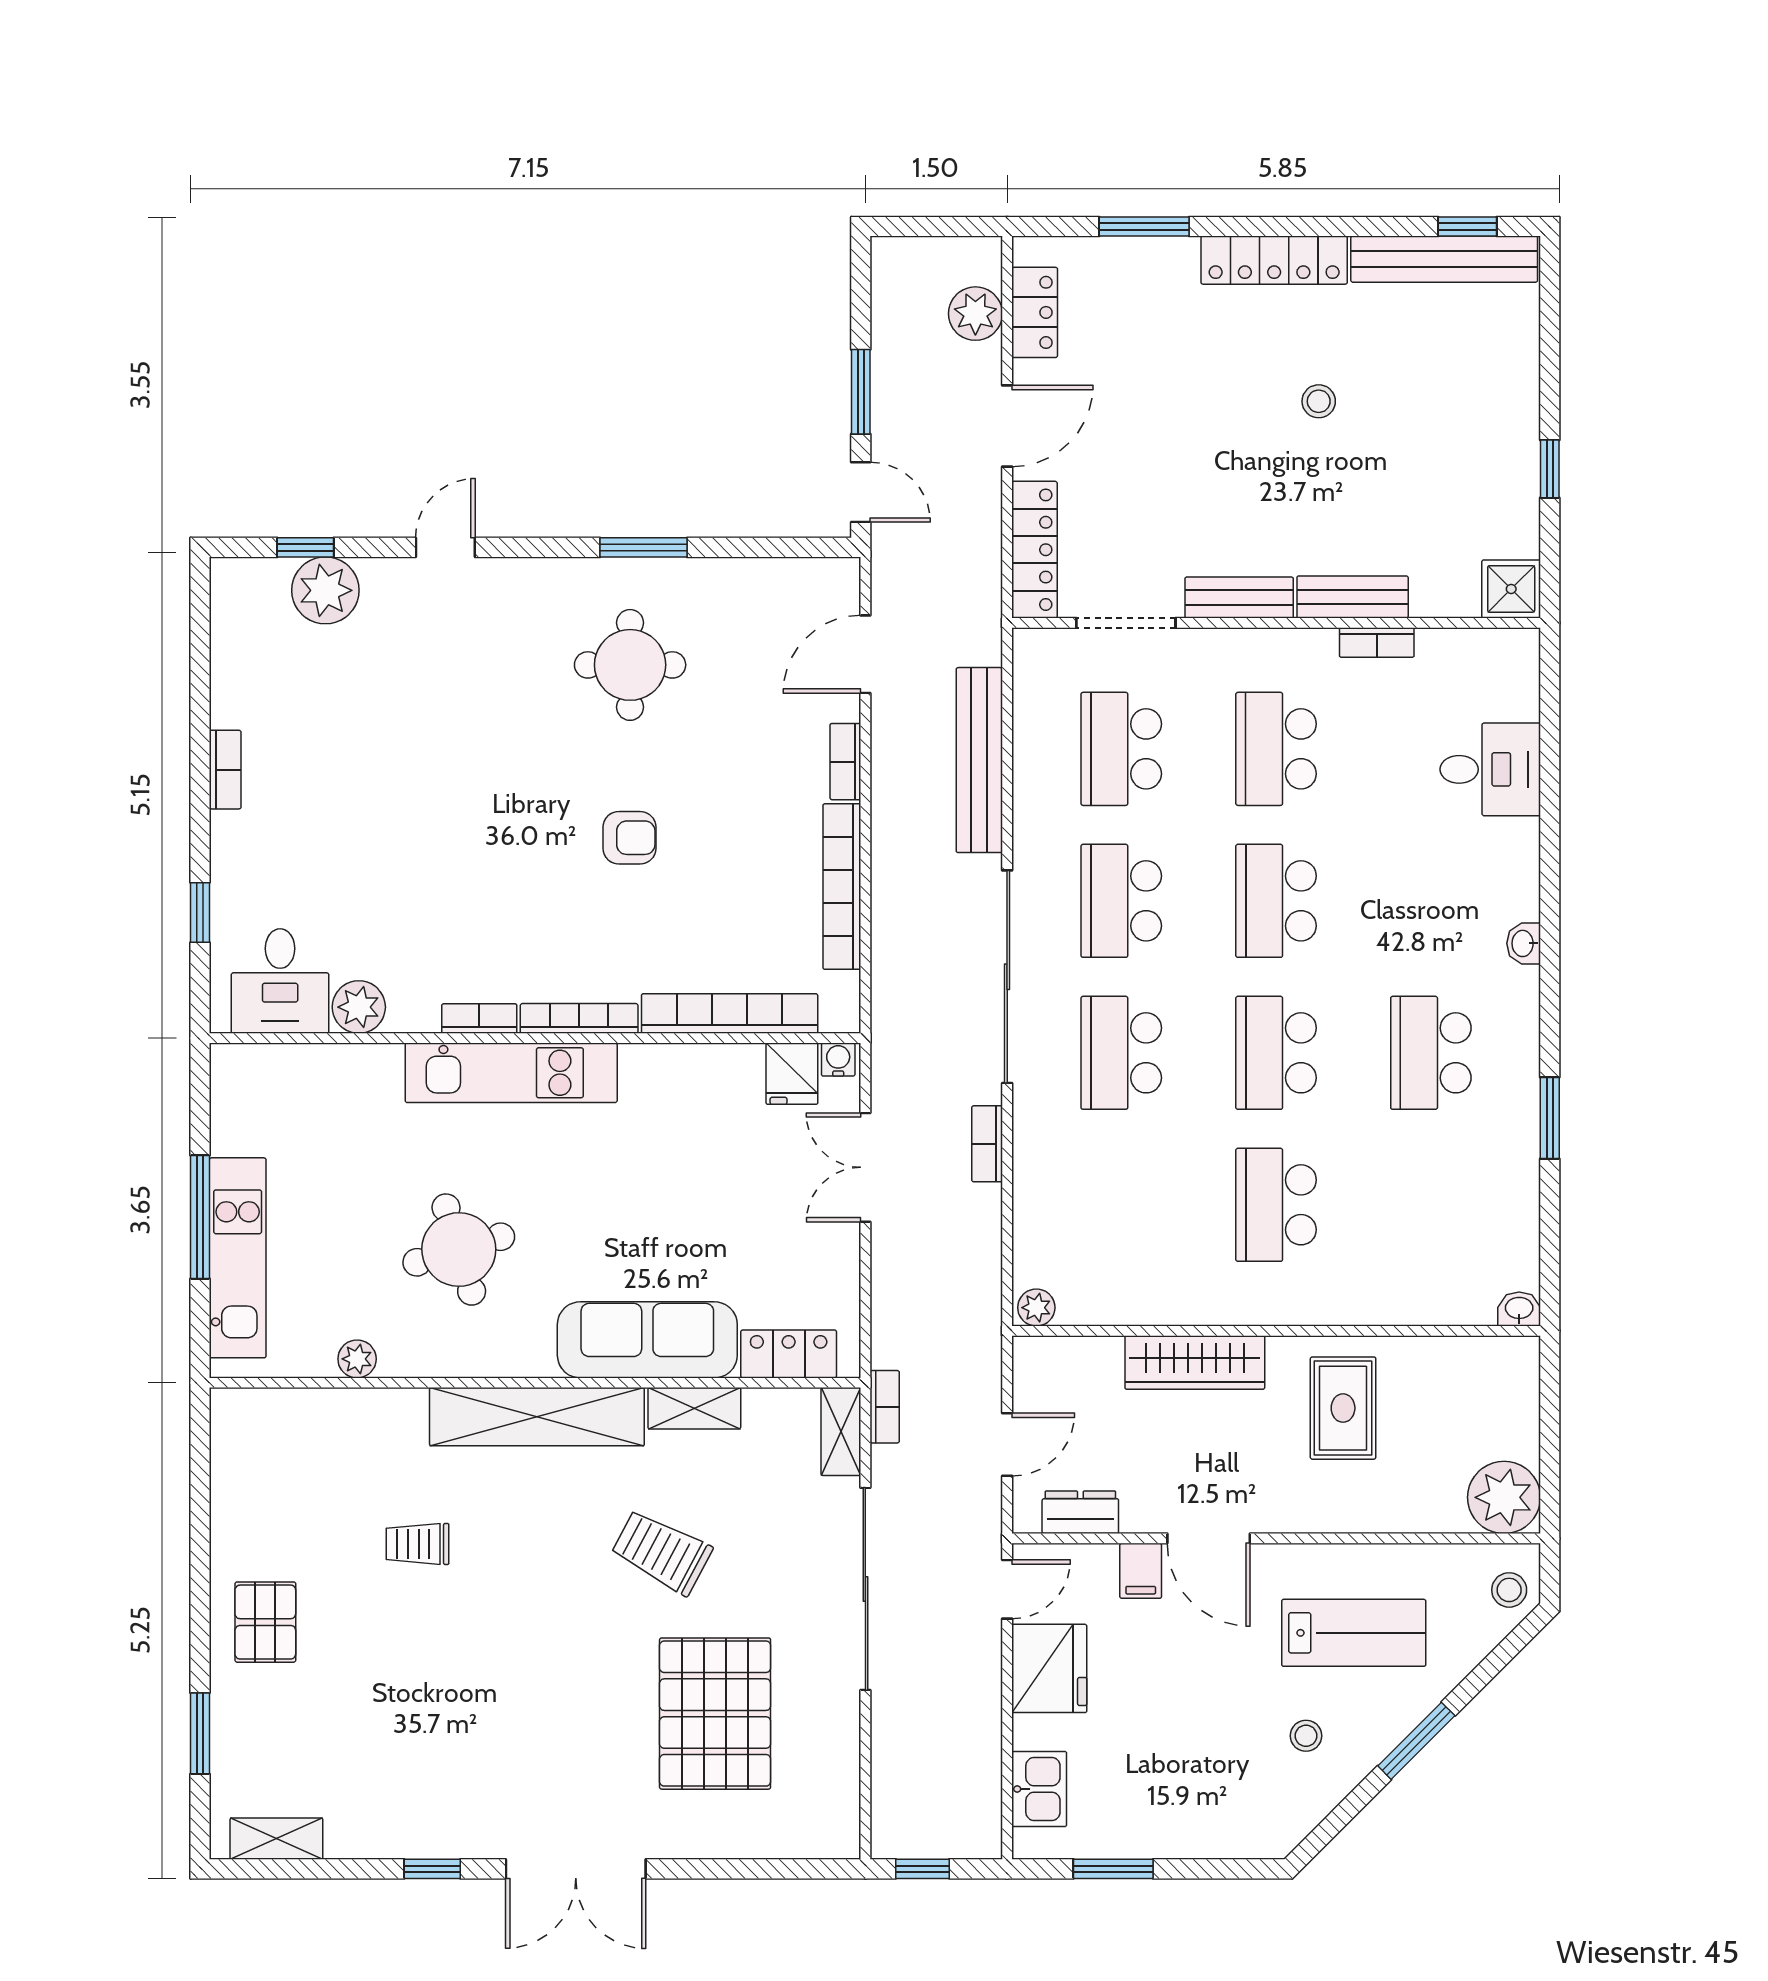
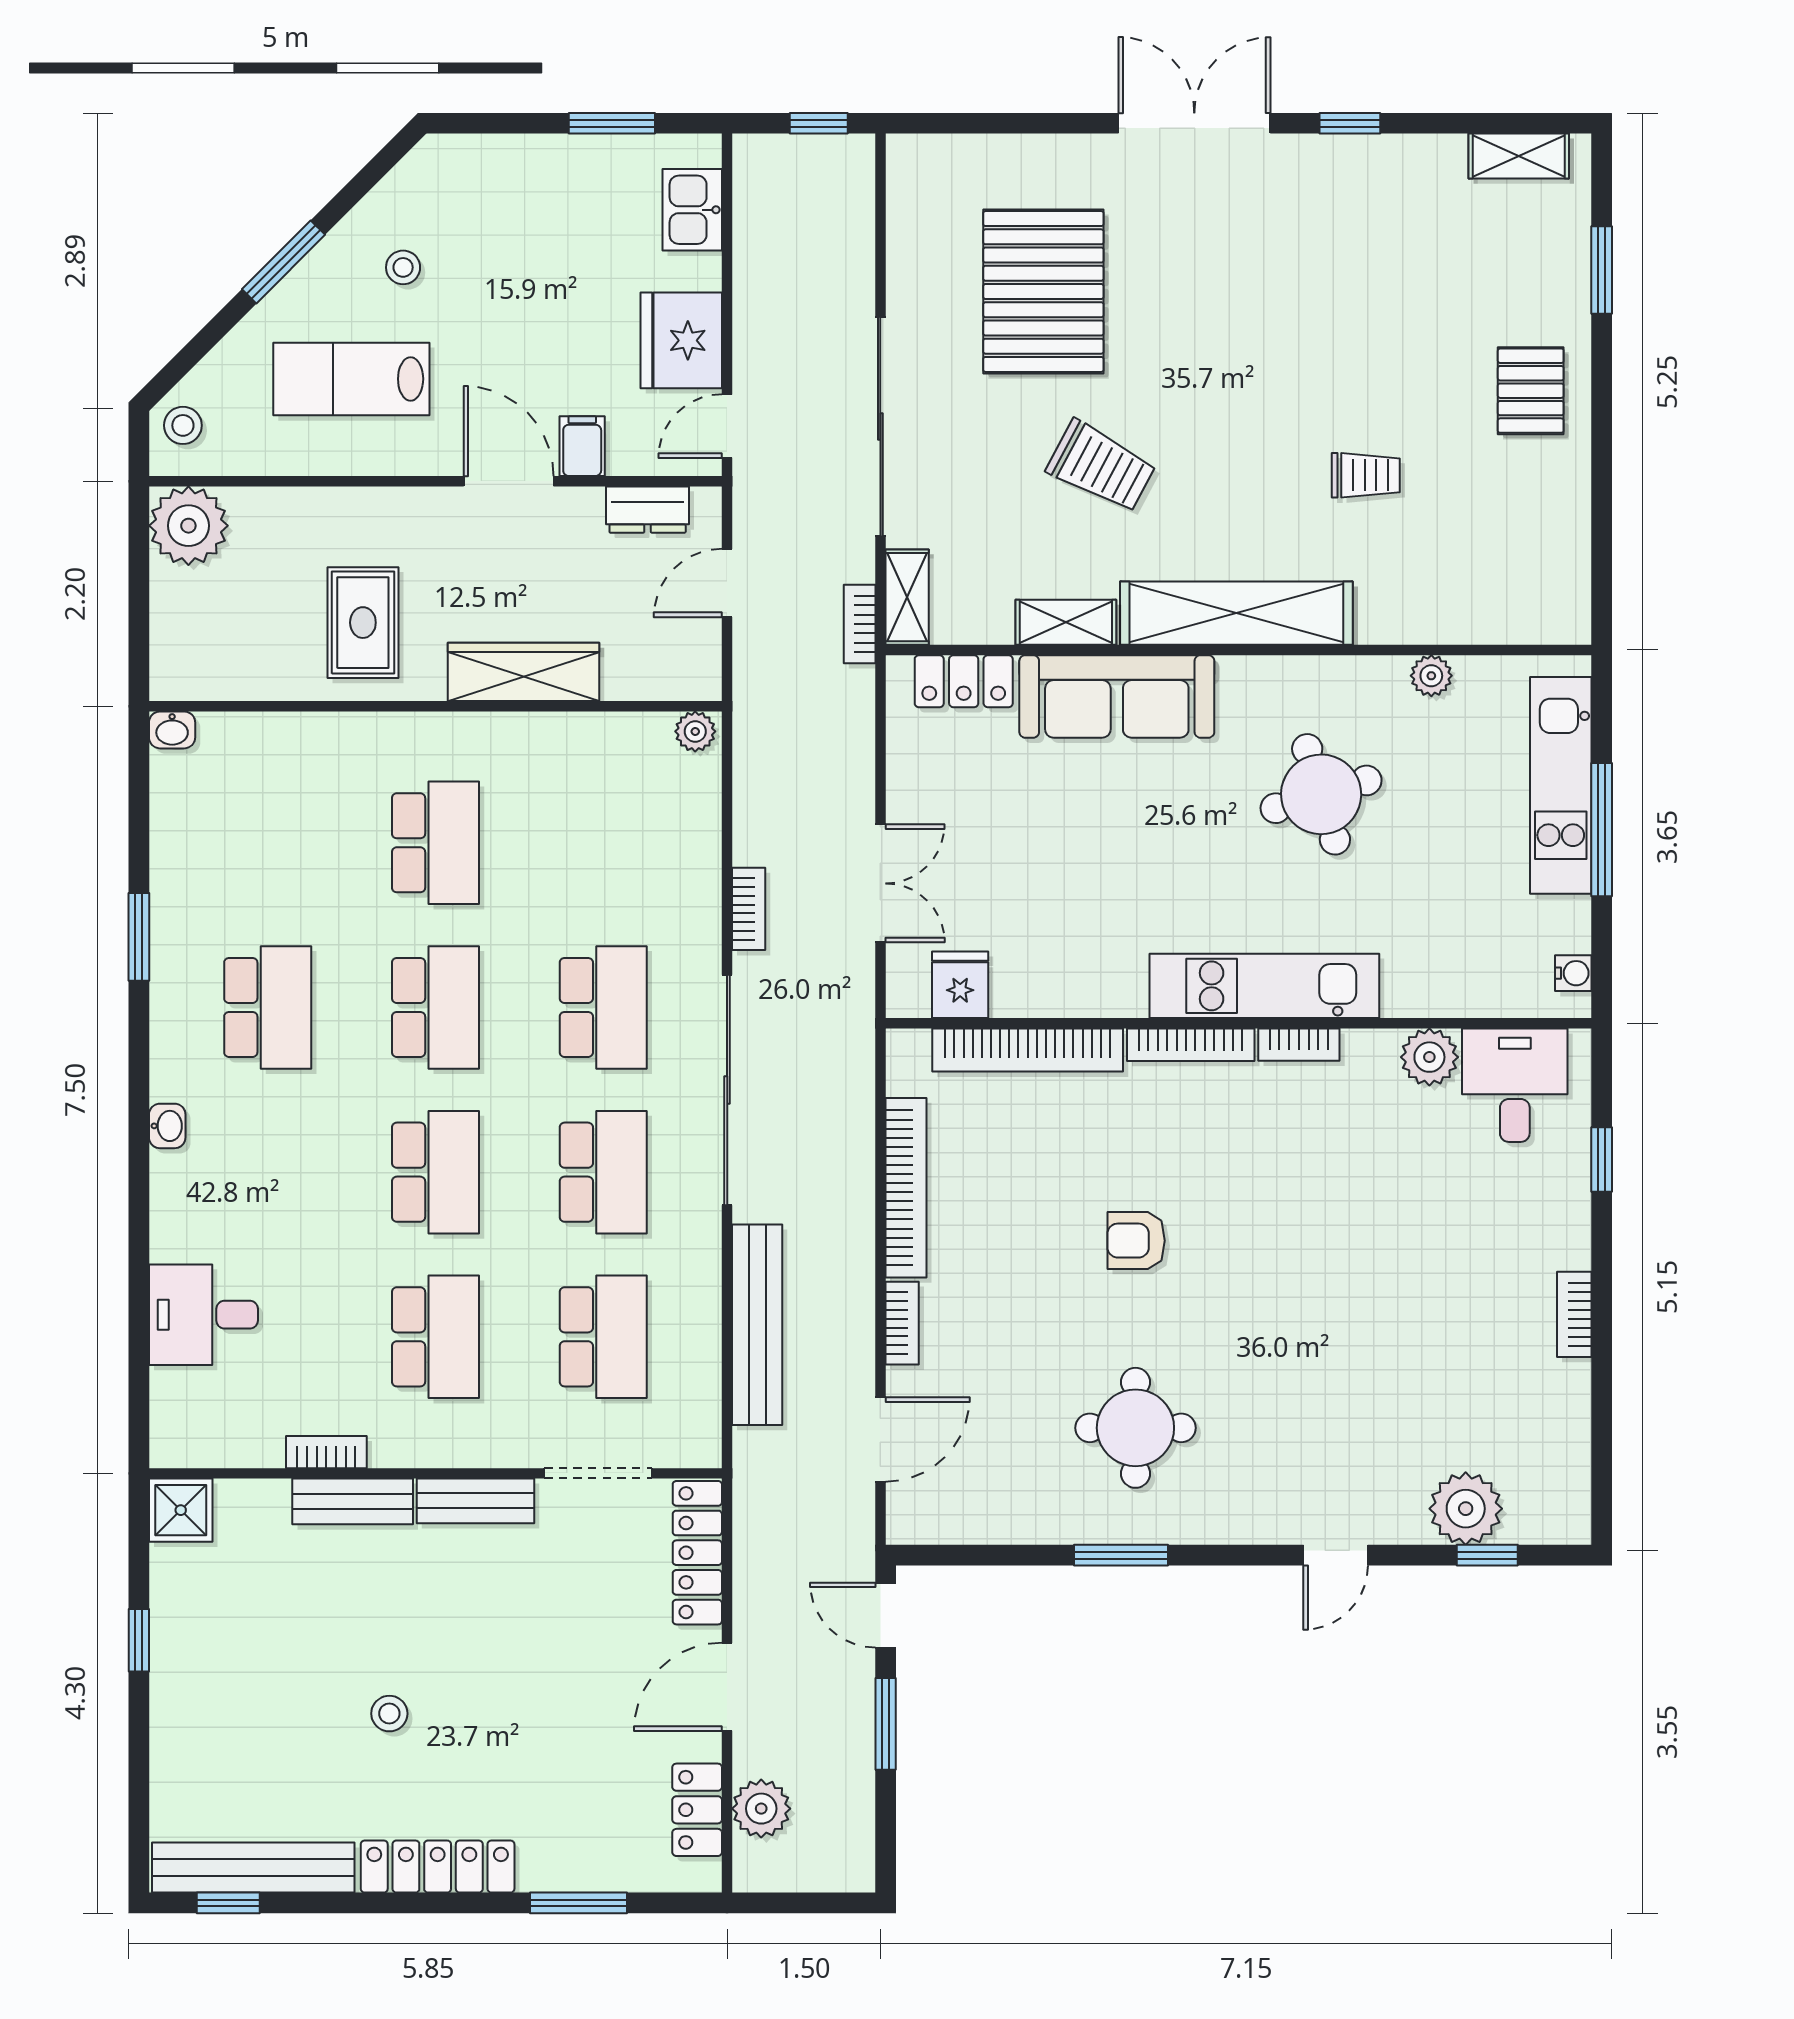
water cooler: (838, 1060) -> (1573, 973), moved, turned -90

